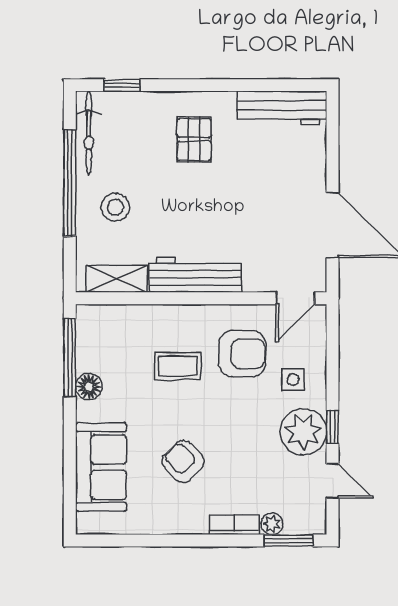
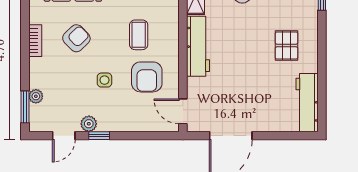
pallet: (194, 139) -> (286, 46), turned 90
side table: (293, 380) -> (104, 80), moved
plant: (303, 432) -> (89, 124), width x0.53, depth x0.53
bookcase: (234, 525) -> (35, 41), moved

